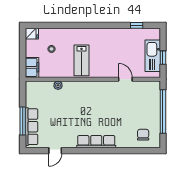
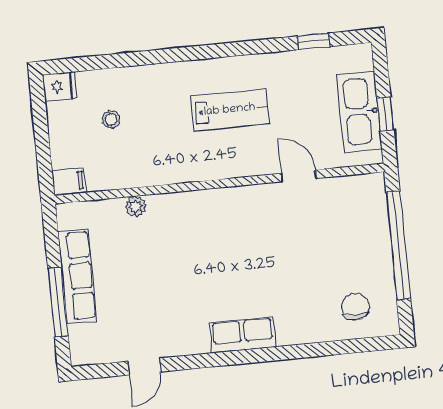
lab bench: (81, 60) -> (230, 110), moved, turned -90
filing cabinet: (32, 67) -> (69, 181), width x0.50
row of seats: (31, 127) -> (77, 276), moved
row of seats: (96, 142) -> (243, 335), width x0.68

